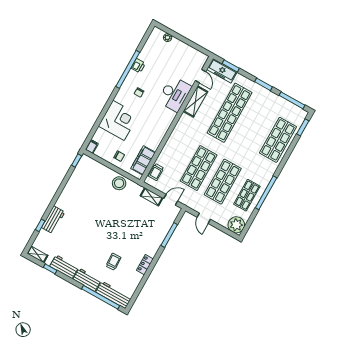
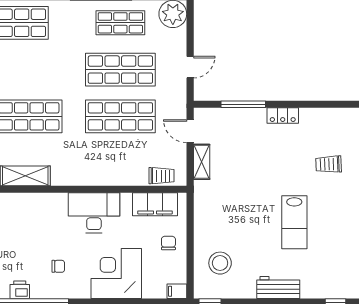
desk: (175, 94) -> (94, 213), moved
stool: (119, 183) -> (220, 263), moved
workbench: (53, 220) -> (278, 288), moved
lab bench: (93, 227) -> (294, 222), added
locker: (145, 265) -> (283, 116), moved

